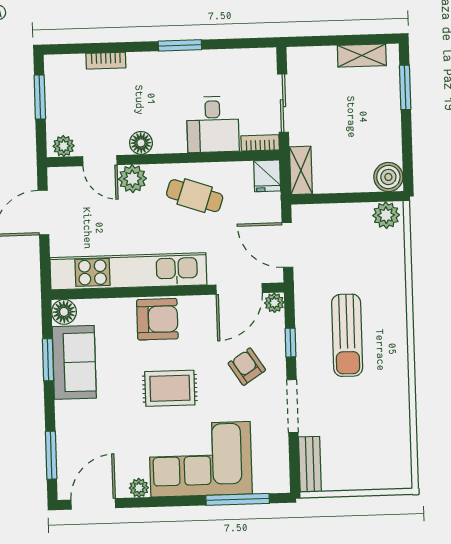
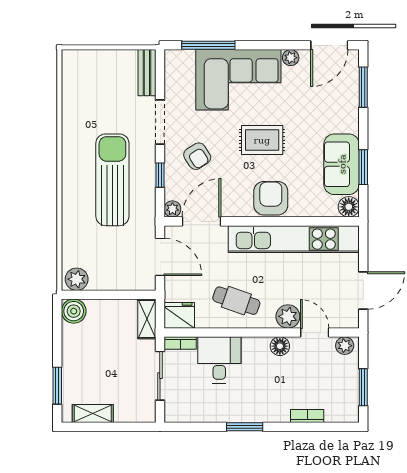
fridge: (267, 176) -> (179, 315), width x1.38
armchair: (157, 319) -> (271, 198), turned 90
sun lounger: (347, 335) -> (112, 180), width x1.36, depth x1.34

